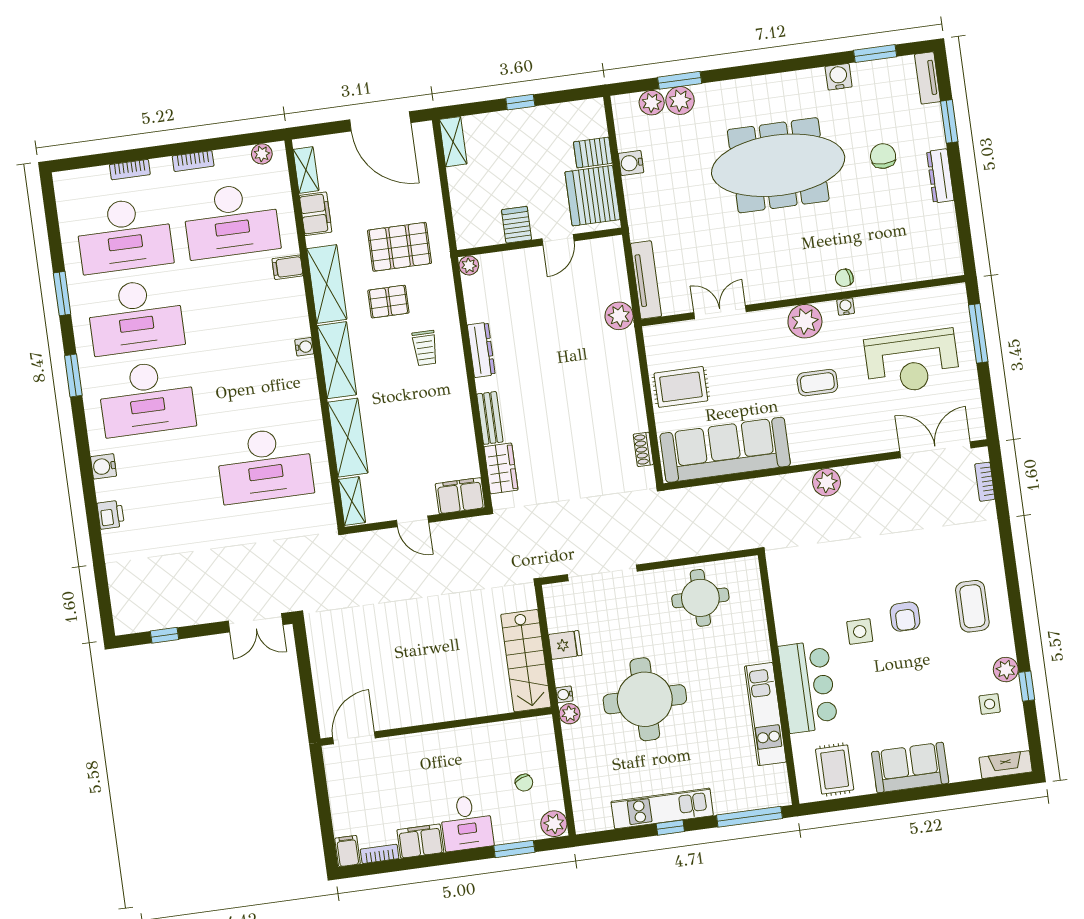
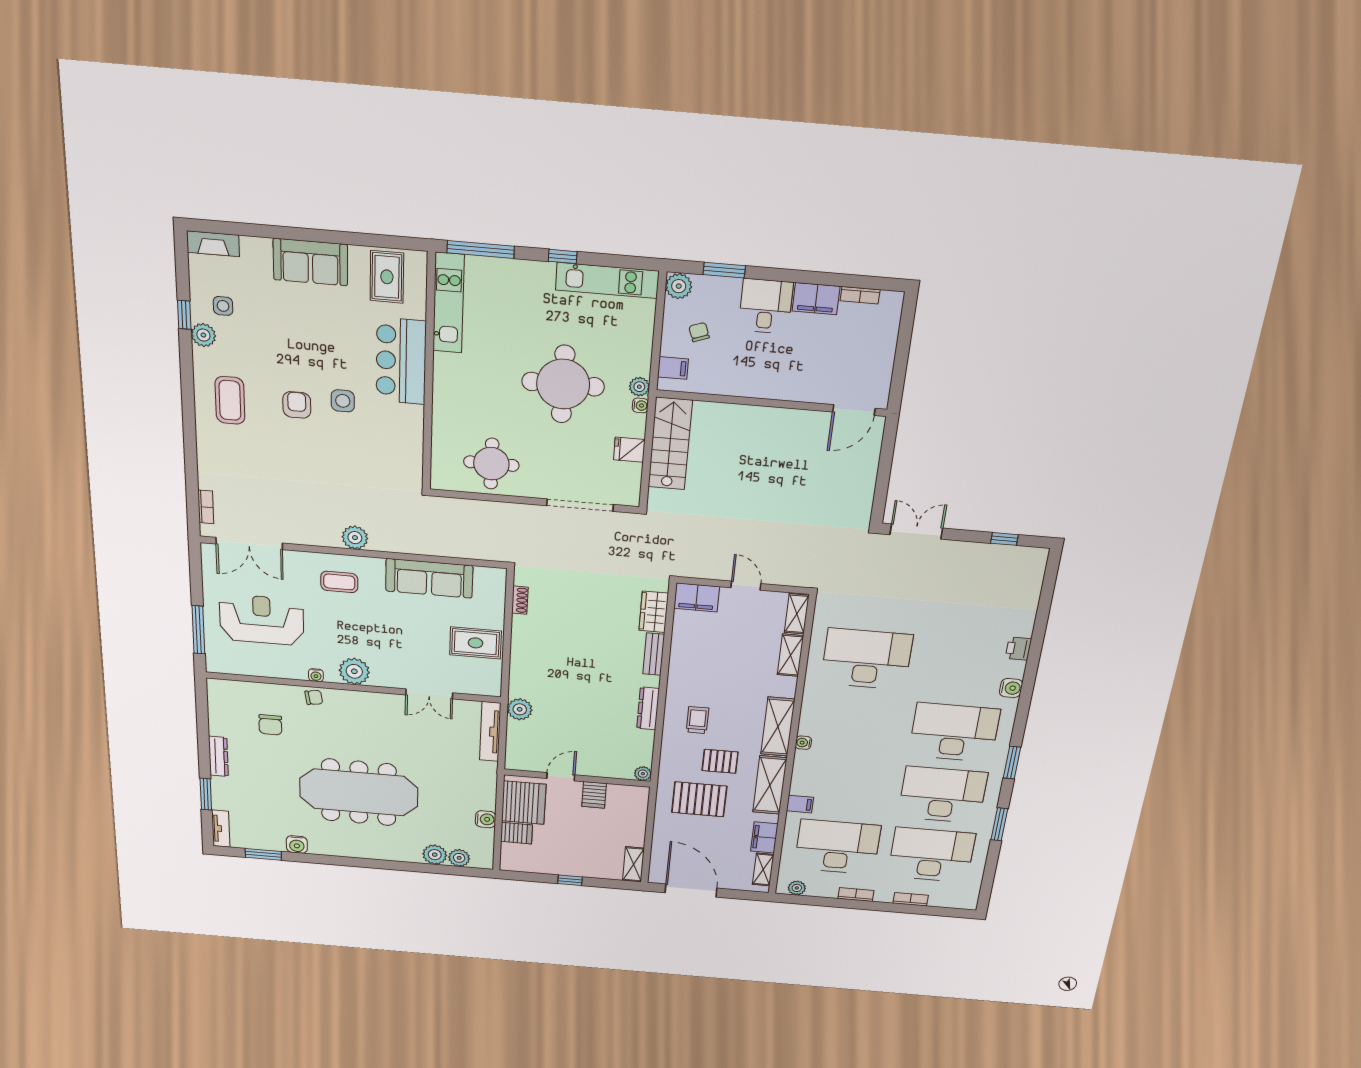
window: (680, 80) -> (432, 869), removed
chair: (883, 156) -> (270, 725), moved
coffee table: (817, 383) -> (339, 582), moved
shelving: (348, 438) -> (790, 655), width x0.67, depth x0.75
sofa: (725, 450) -> (429, 578), width x0.74, depth x0.79
kitchen unit: (765, 714) -> (448, 303), moved
kitchen unit: (662, 808) -> (607, 280), moved
filing cabinet: (348, 851) -> (673, 368), moved, turned -90

